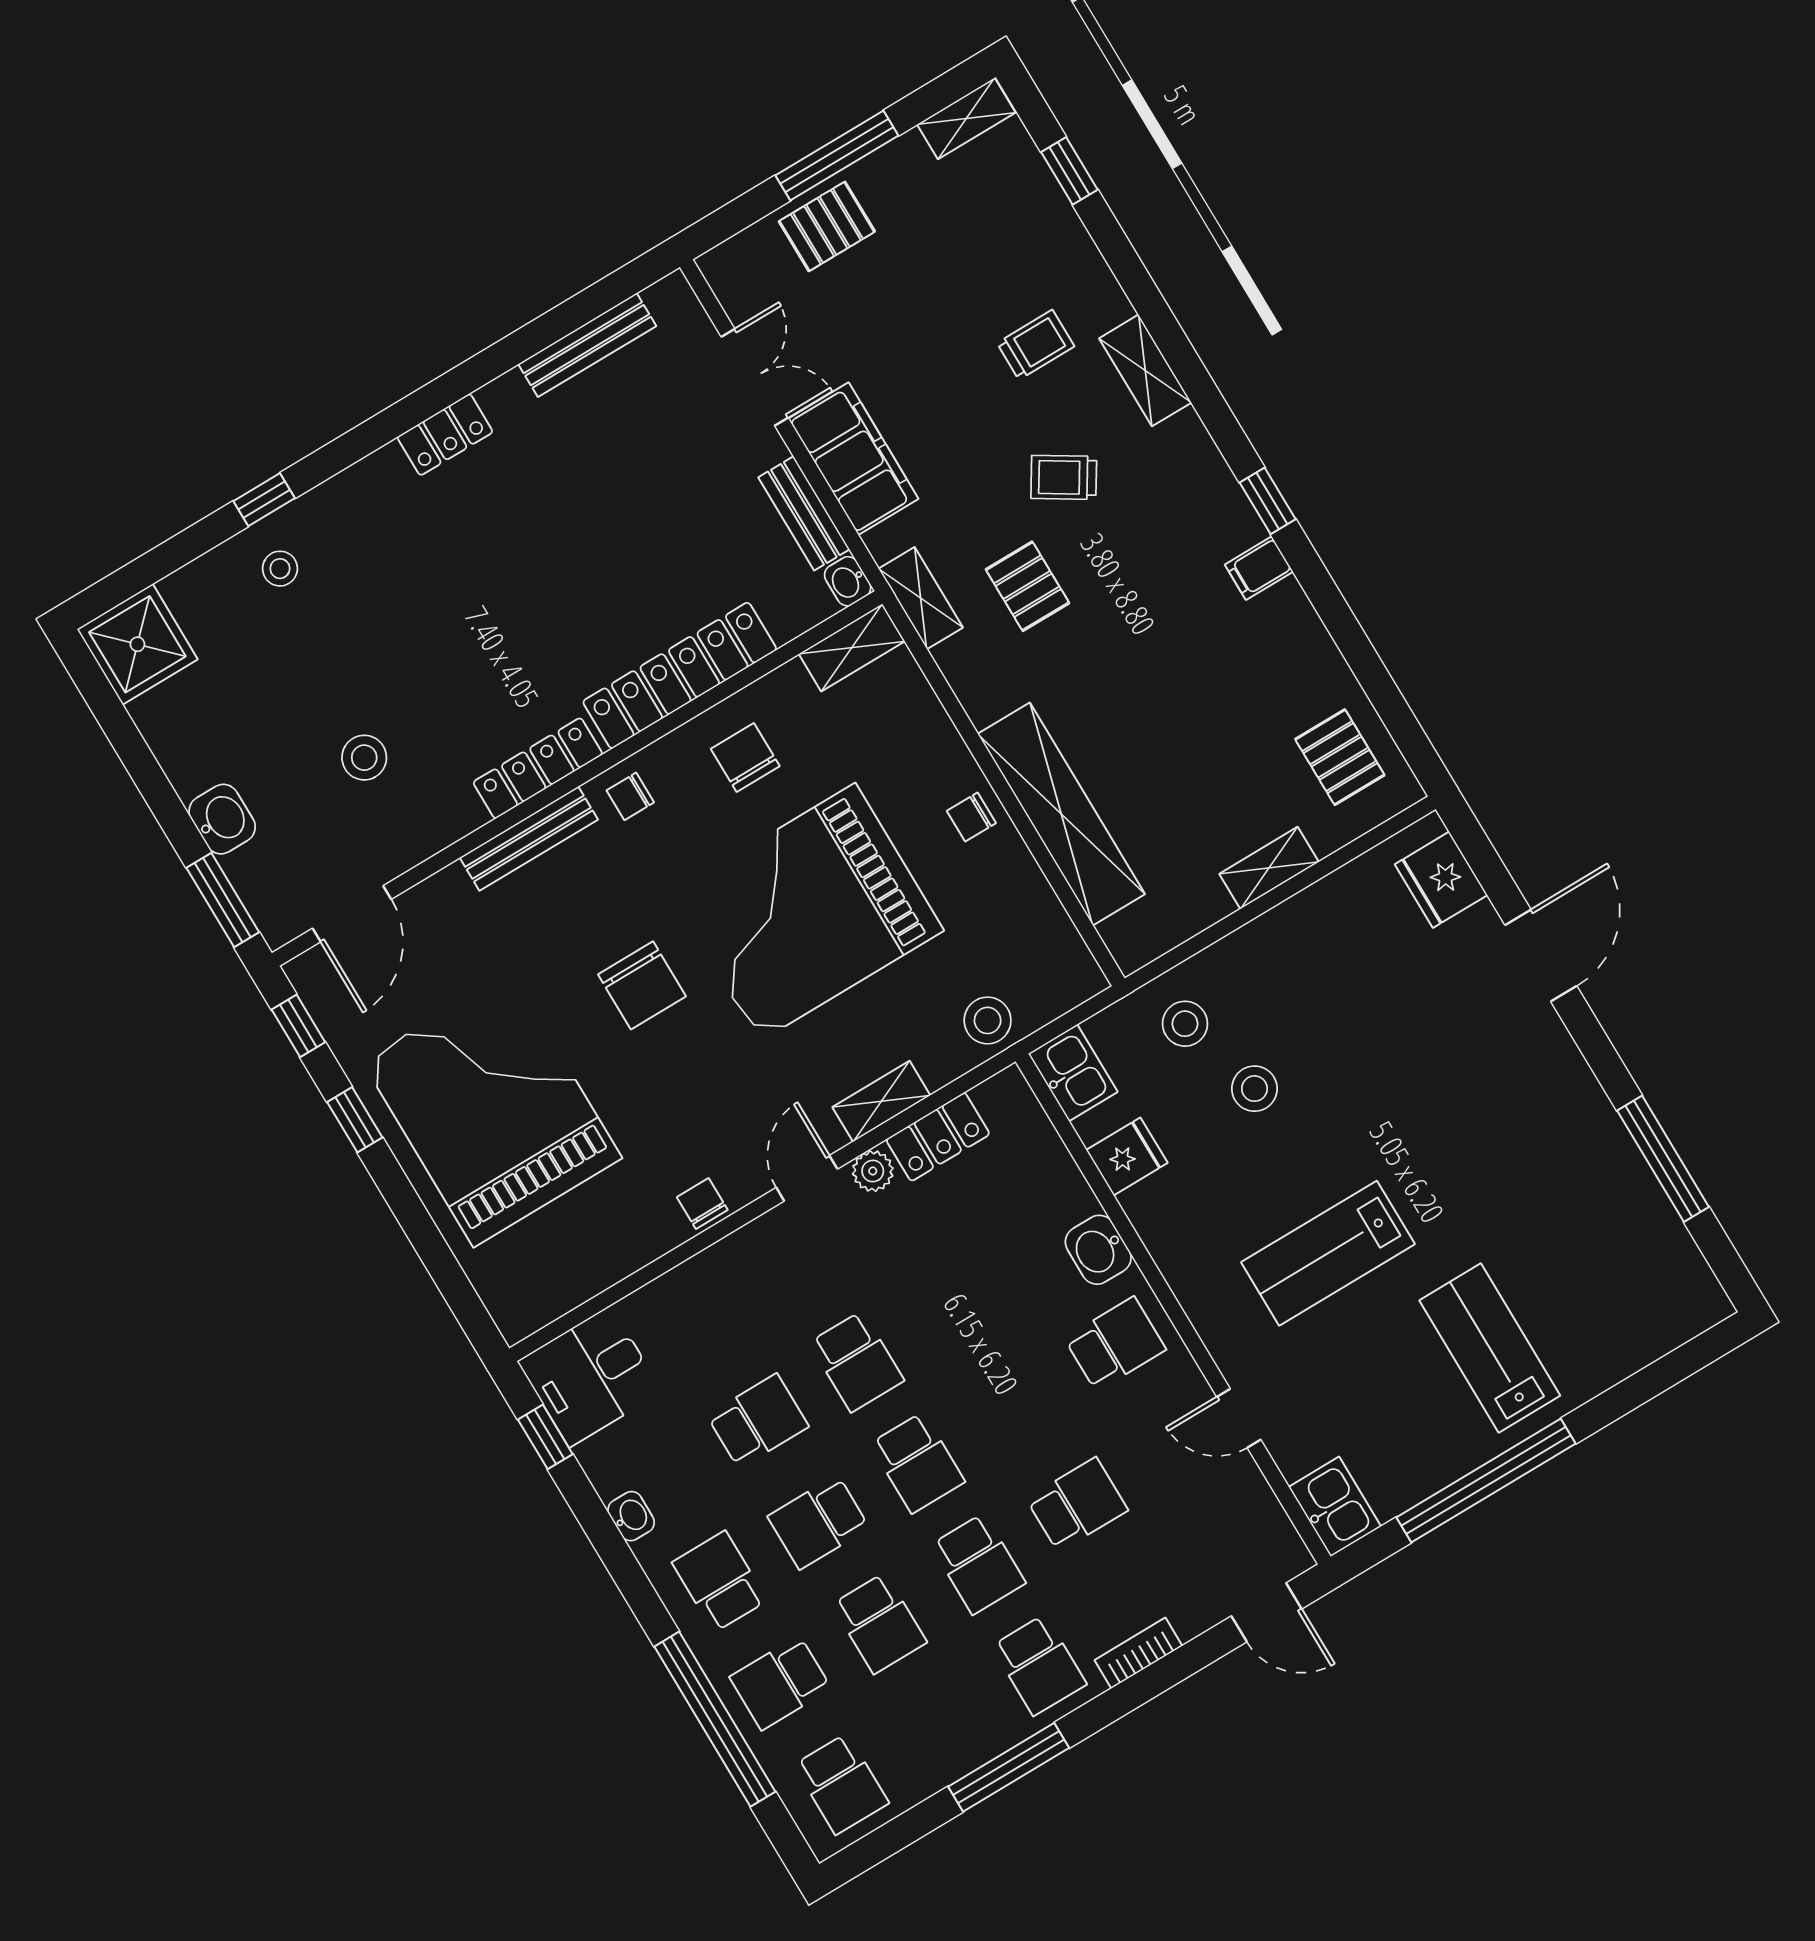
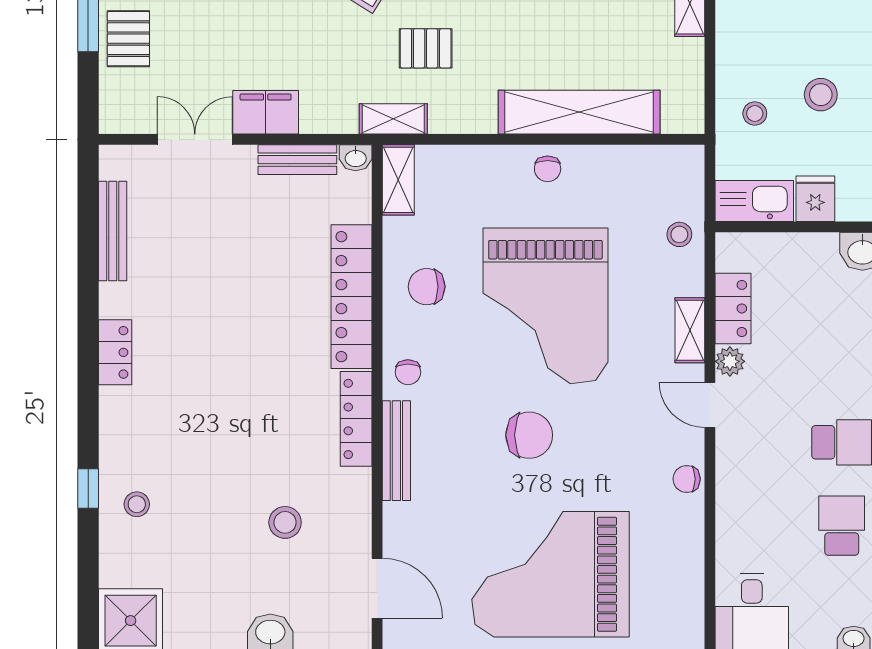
filing cabinet: (853, 459) -> (266, 112), width x0.67, depth x0.86
stool: (988, 1020) -> (679, 234), width x0.73, depth x0.73
stool: (1185, 1024) -> (755, 113), width x0.73, depth x0.73
kitchen sink: (1073, 1073) -> (754, 201), width x1.38

